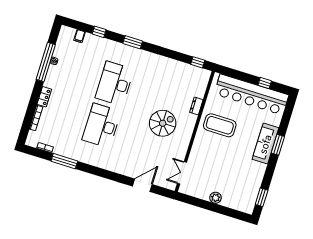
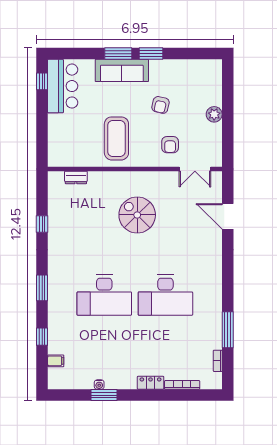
window: (46, 62) -> (104, 395), width x0.47
window: (198, 62) -> (42, 224), moved
window: (265, 83) -> (42, 81), moved
bar counter: (251, 94) -> (63, 86), width x0.54
dresser: (196, 106) -> (76, 177), moved
armchair: (204, 161) -> (170, 145), added
armchair: (233, 163) -> (160, 105), added
window: (262, 197) -> (151, 54), moved

